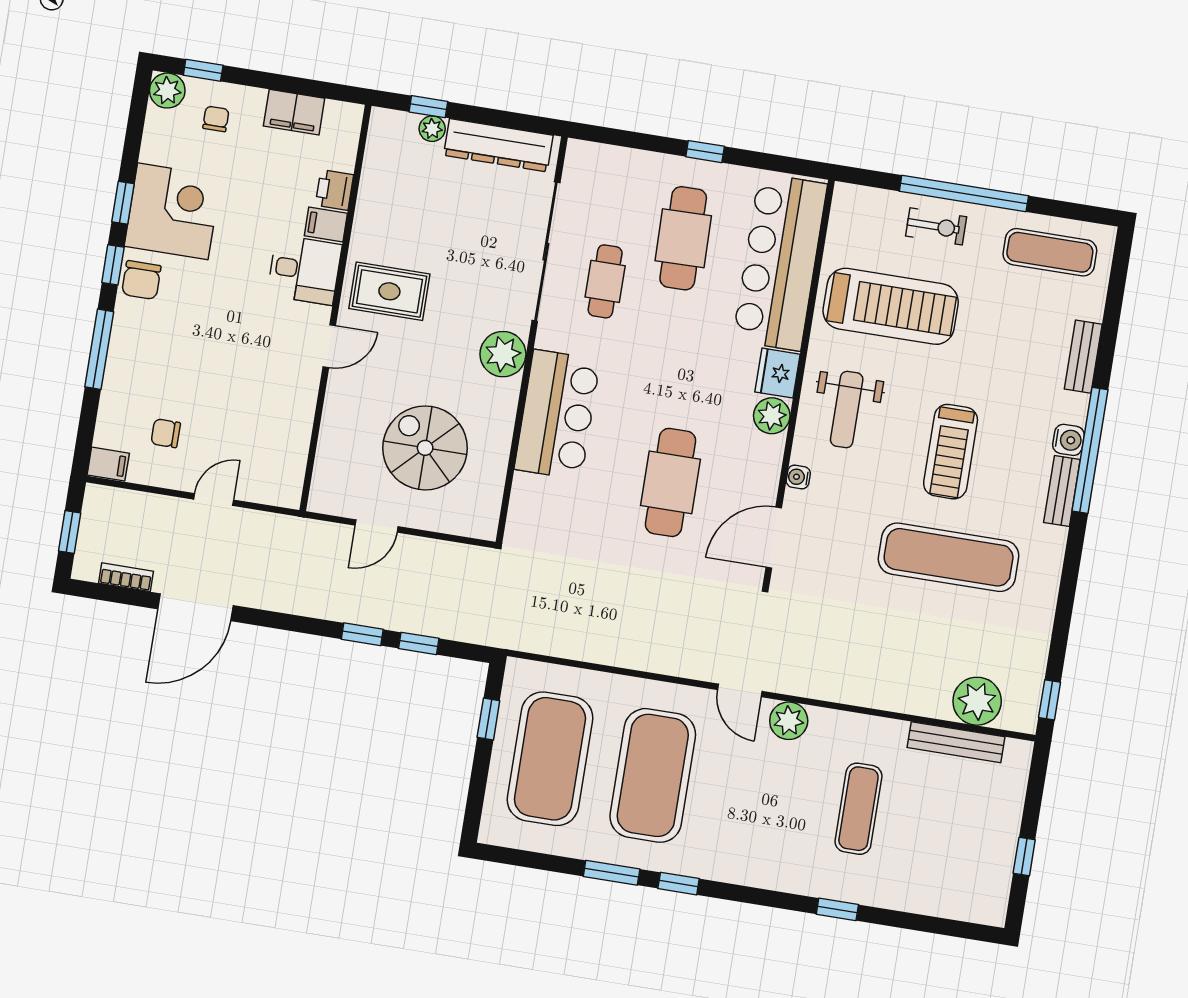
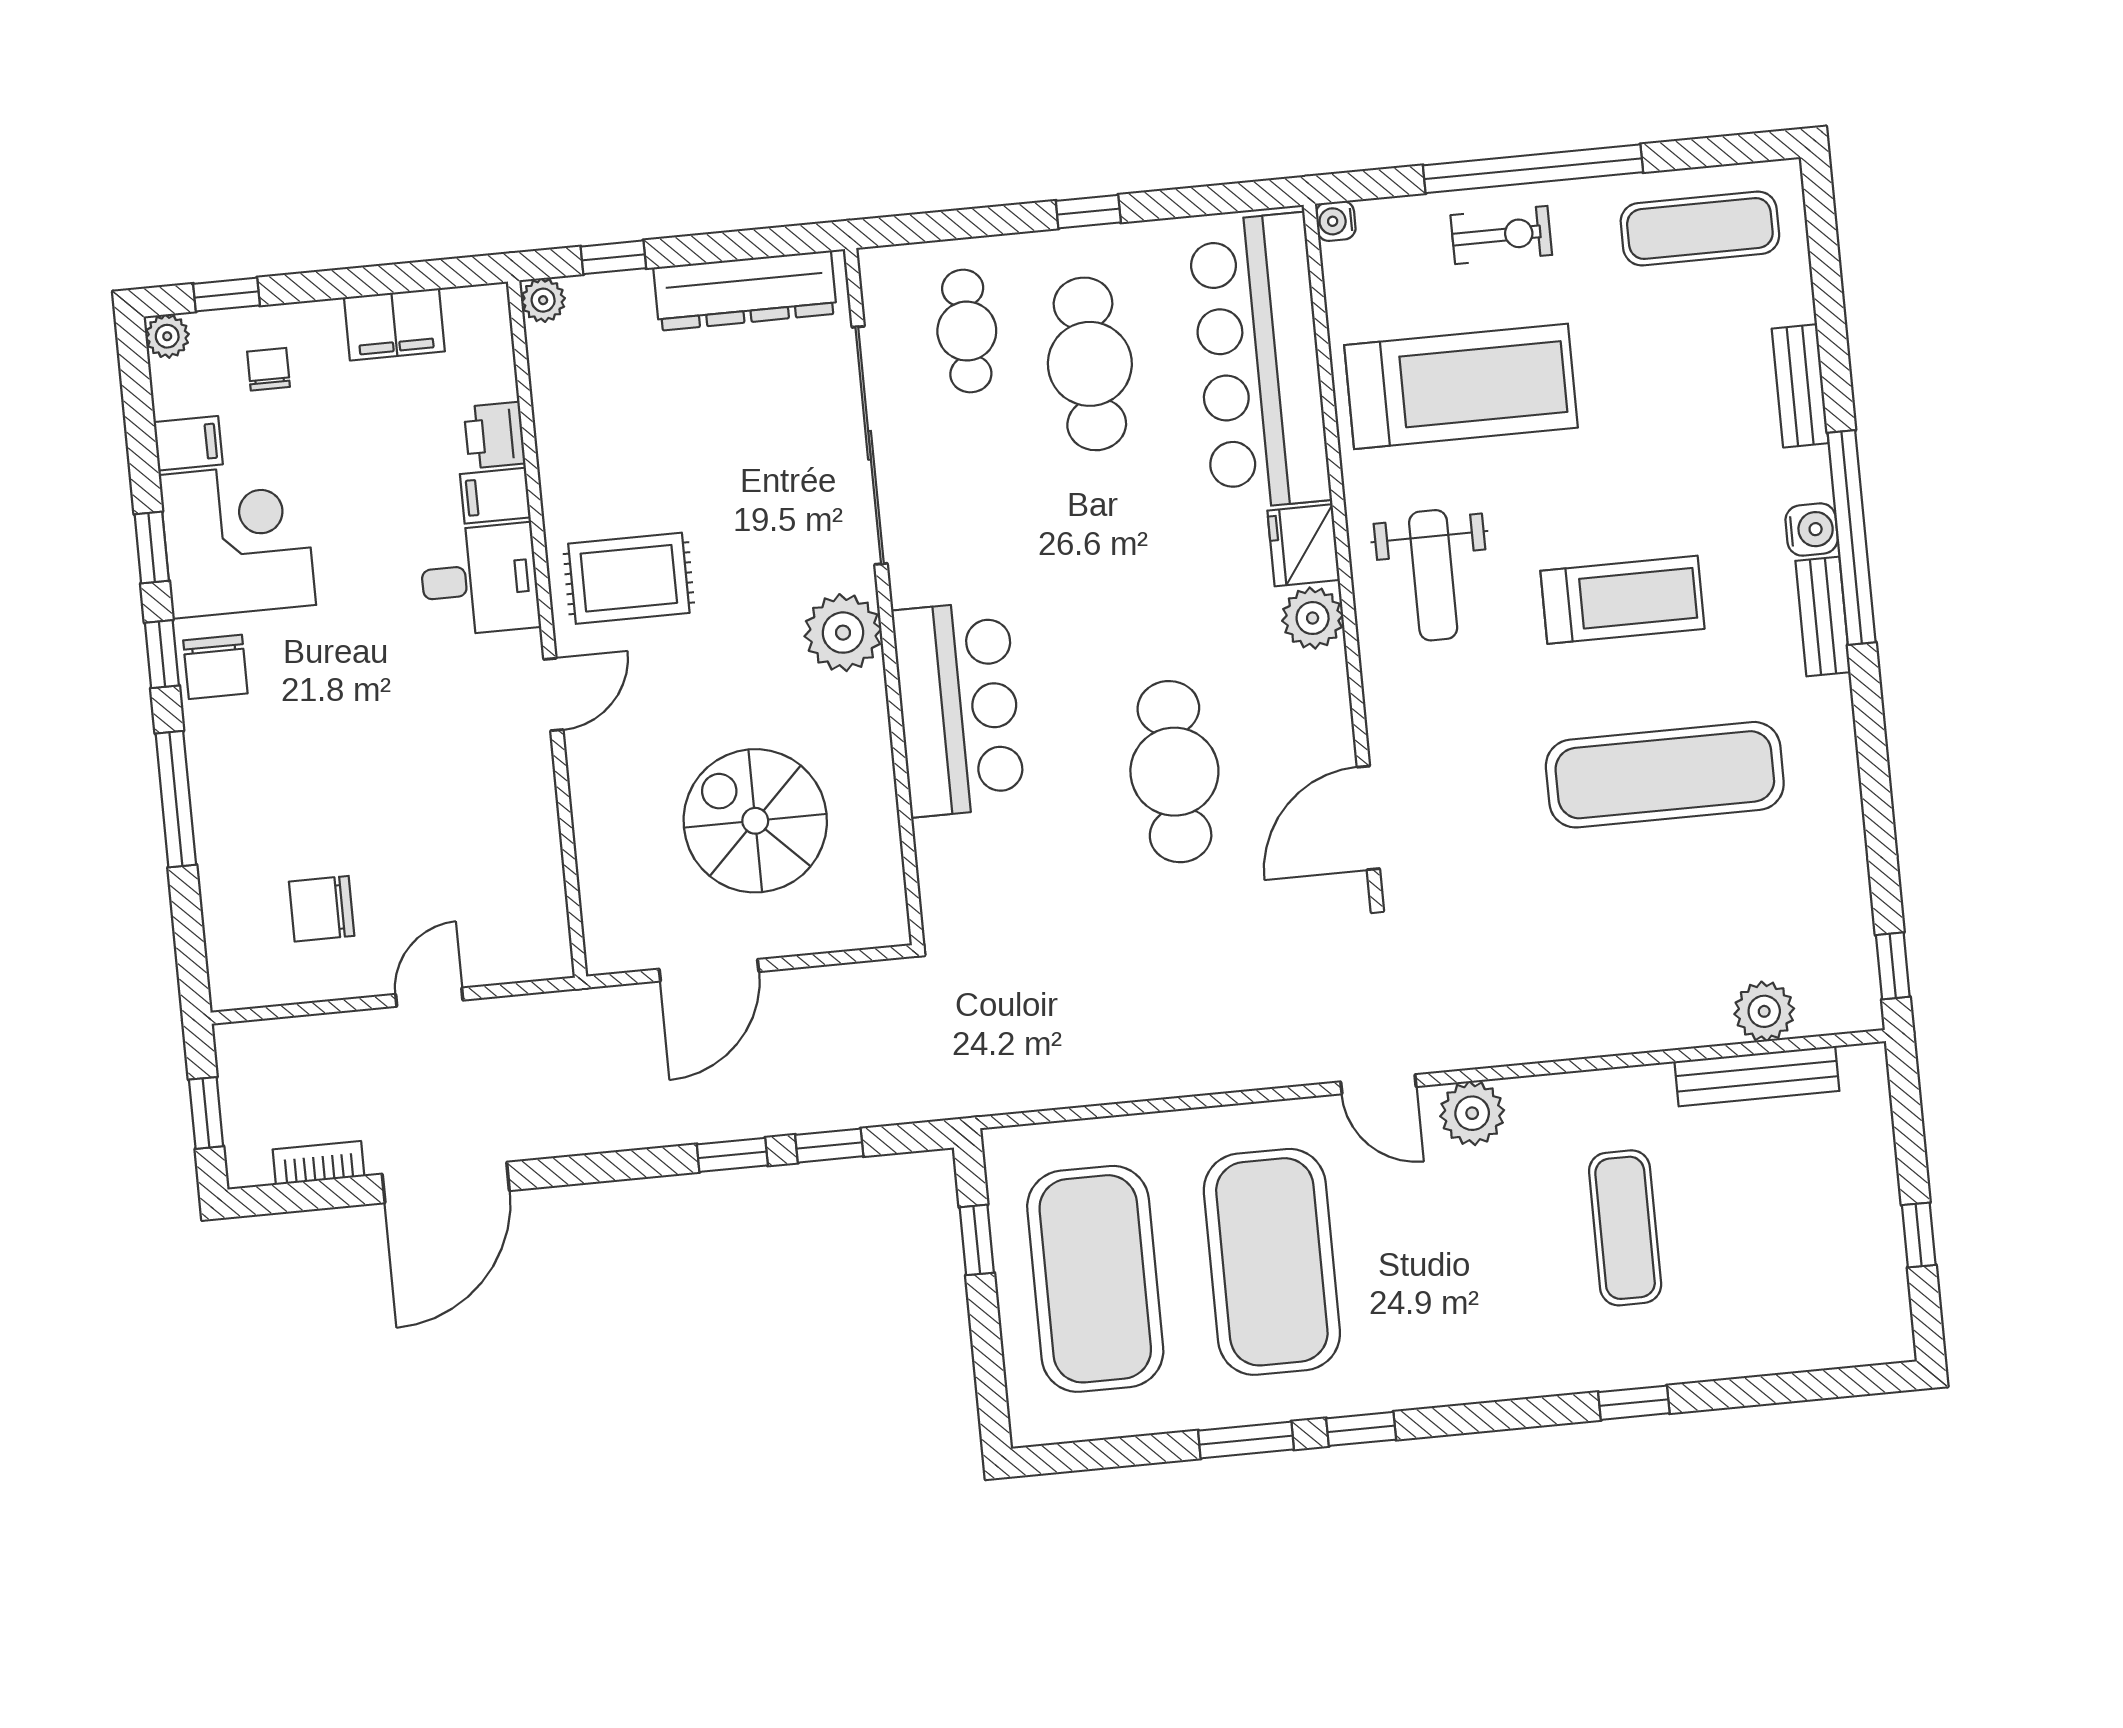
plant: (167, 91) -> (167, 336), width x0.73, depth x0.73
plant: (432, 129) -> (543, 300), moved
cafe table: (605, 281) -> (967, 331), moved
chair: (166, 433) -> (322, 909), width x1.37, depth x1.37
treadmill: (951, 452) -> (1622, 600), turned -90
filing cabinet: (108, 464) -> (188, 443), moved
water cooler: (798, 477) -> (1336, 221), moved
door: (377, 526) -> (709, 970), width x1.38
plant: (977, 701) -> (1764, 1011), width x0.73, depth x0.73

